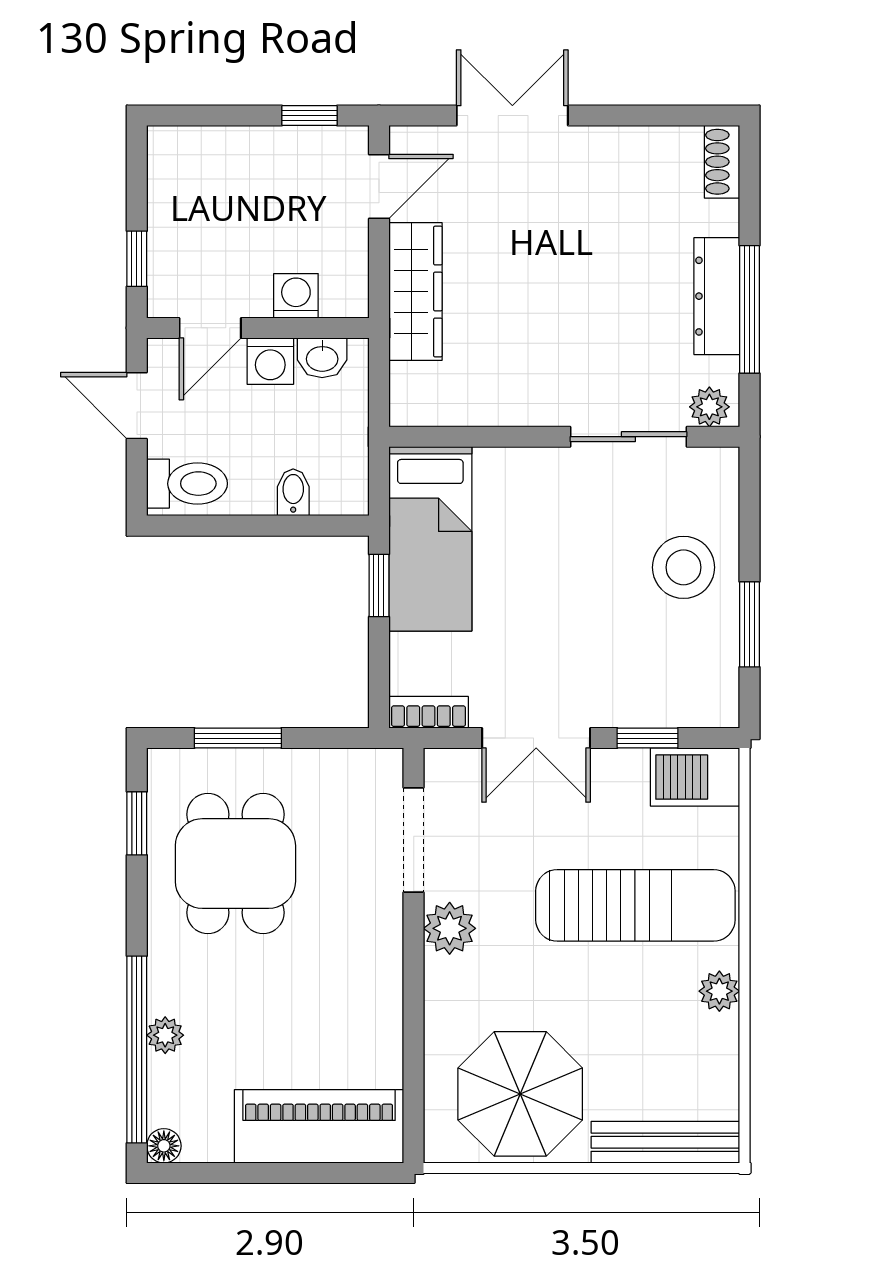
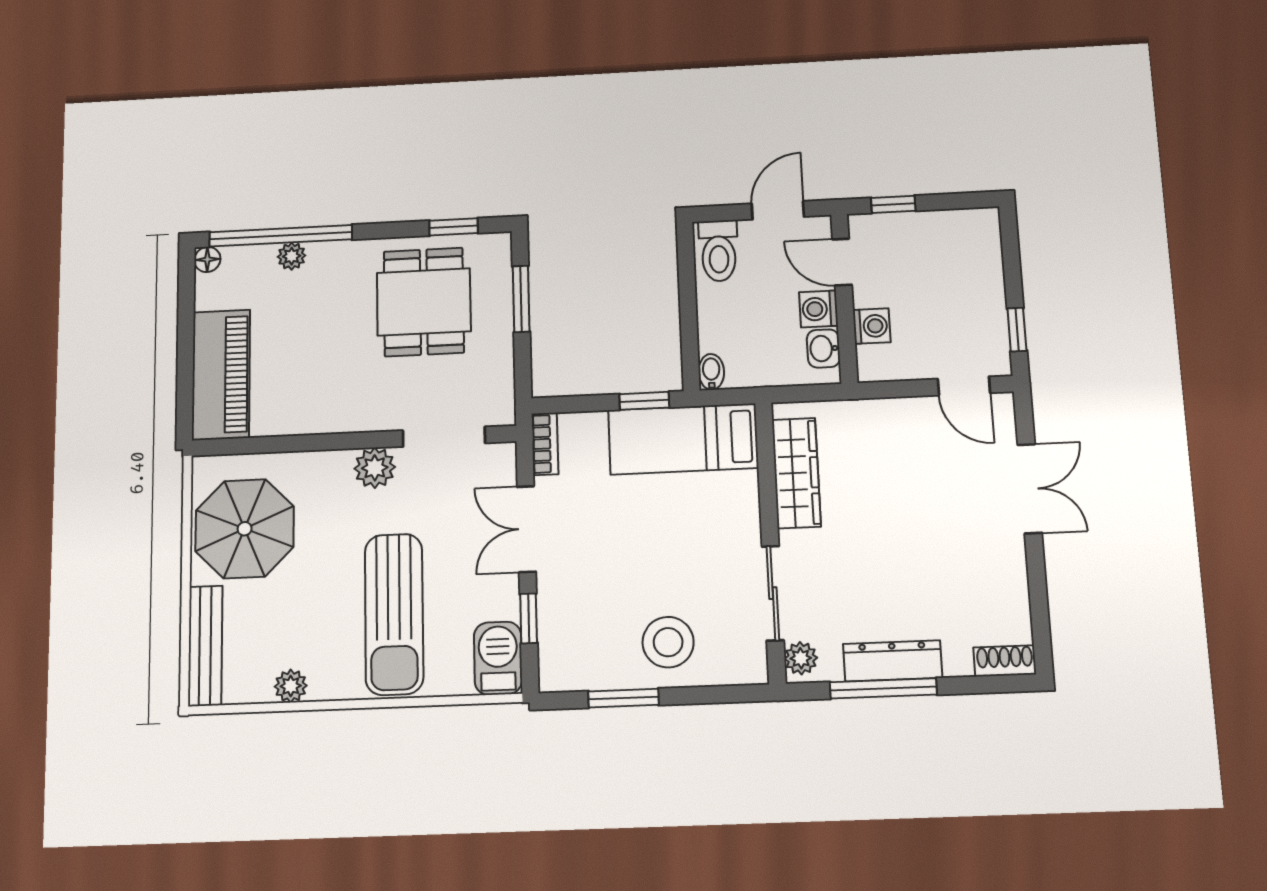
wardrobe: (415, 292) -> (796, 473), moved, turned -90
bidet: (293, 492) -> (711, 372), moved, turned -90
dining table: (235, 864) -> (424, 302), turned 90
plant: (719, 991) -> (291, 686), moved

